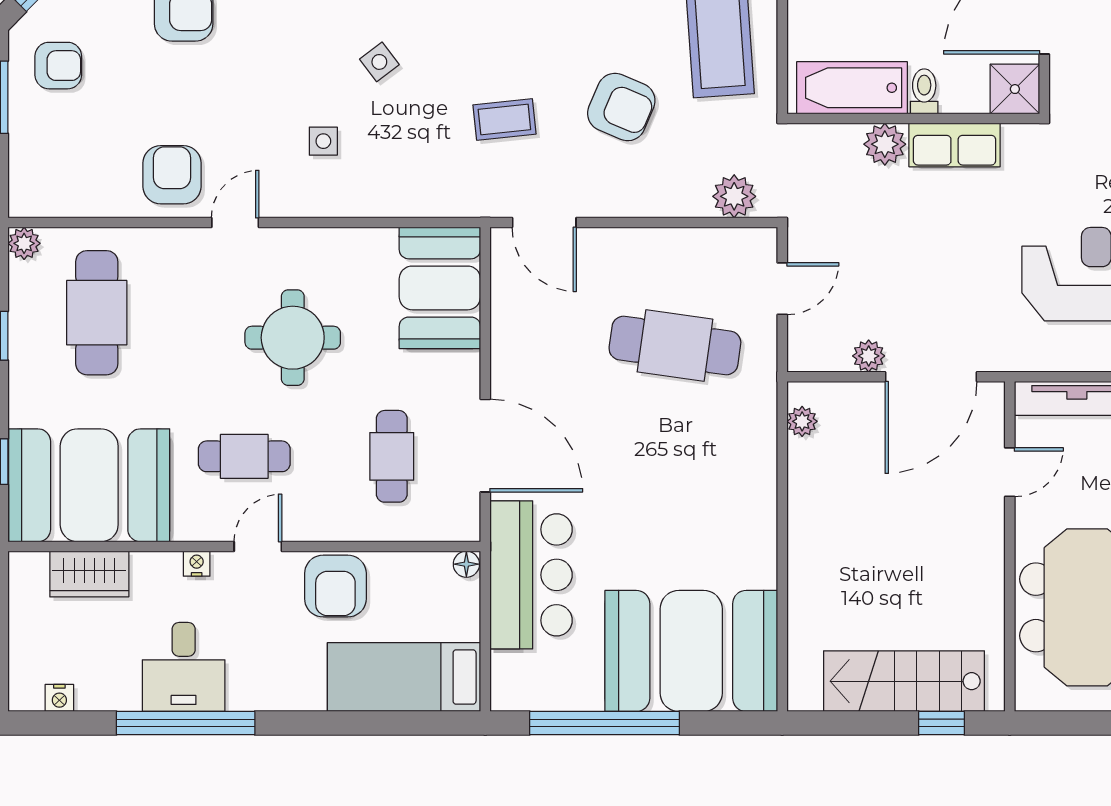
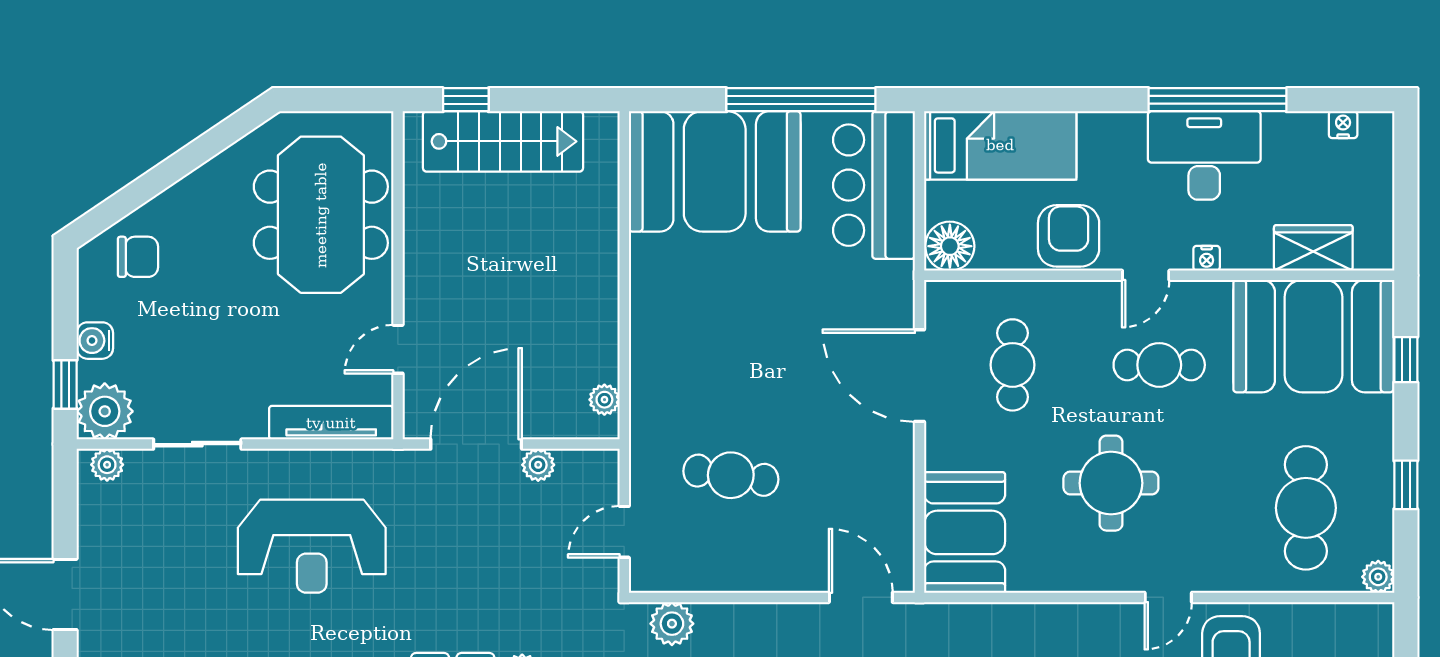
cafe table: (675, 346) -> (731, 475), width x0.73, depth x0.74
floor lamp: (466, 564) -> (950, 246), width x1.89, depth x1.89
bar counter: (531, 575) -> (874, 185), moved
desk: (184, 667) -> (1204, 155), width x1.37

